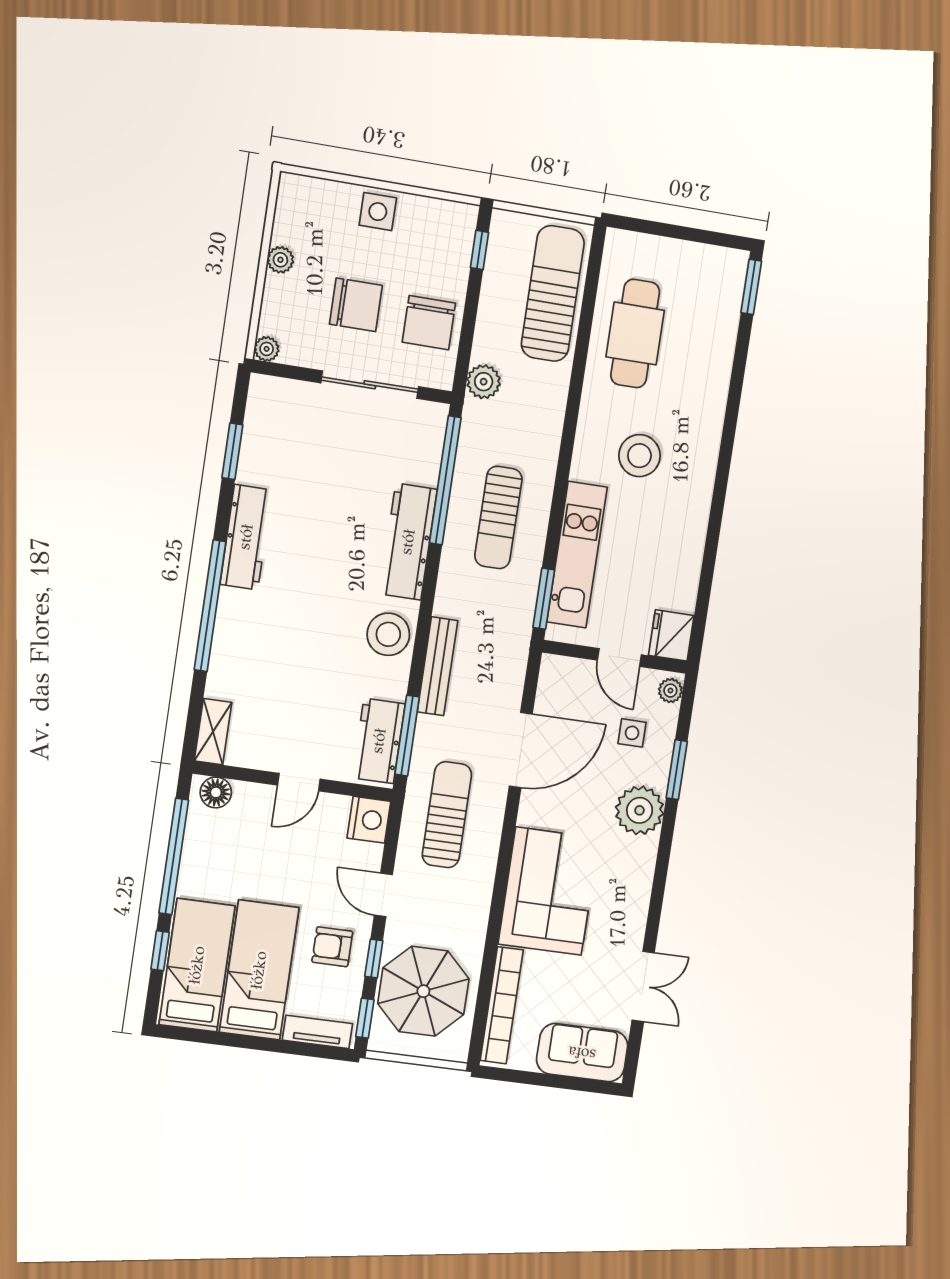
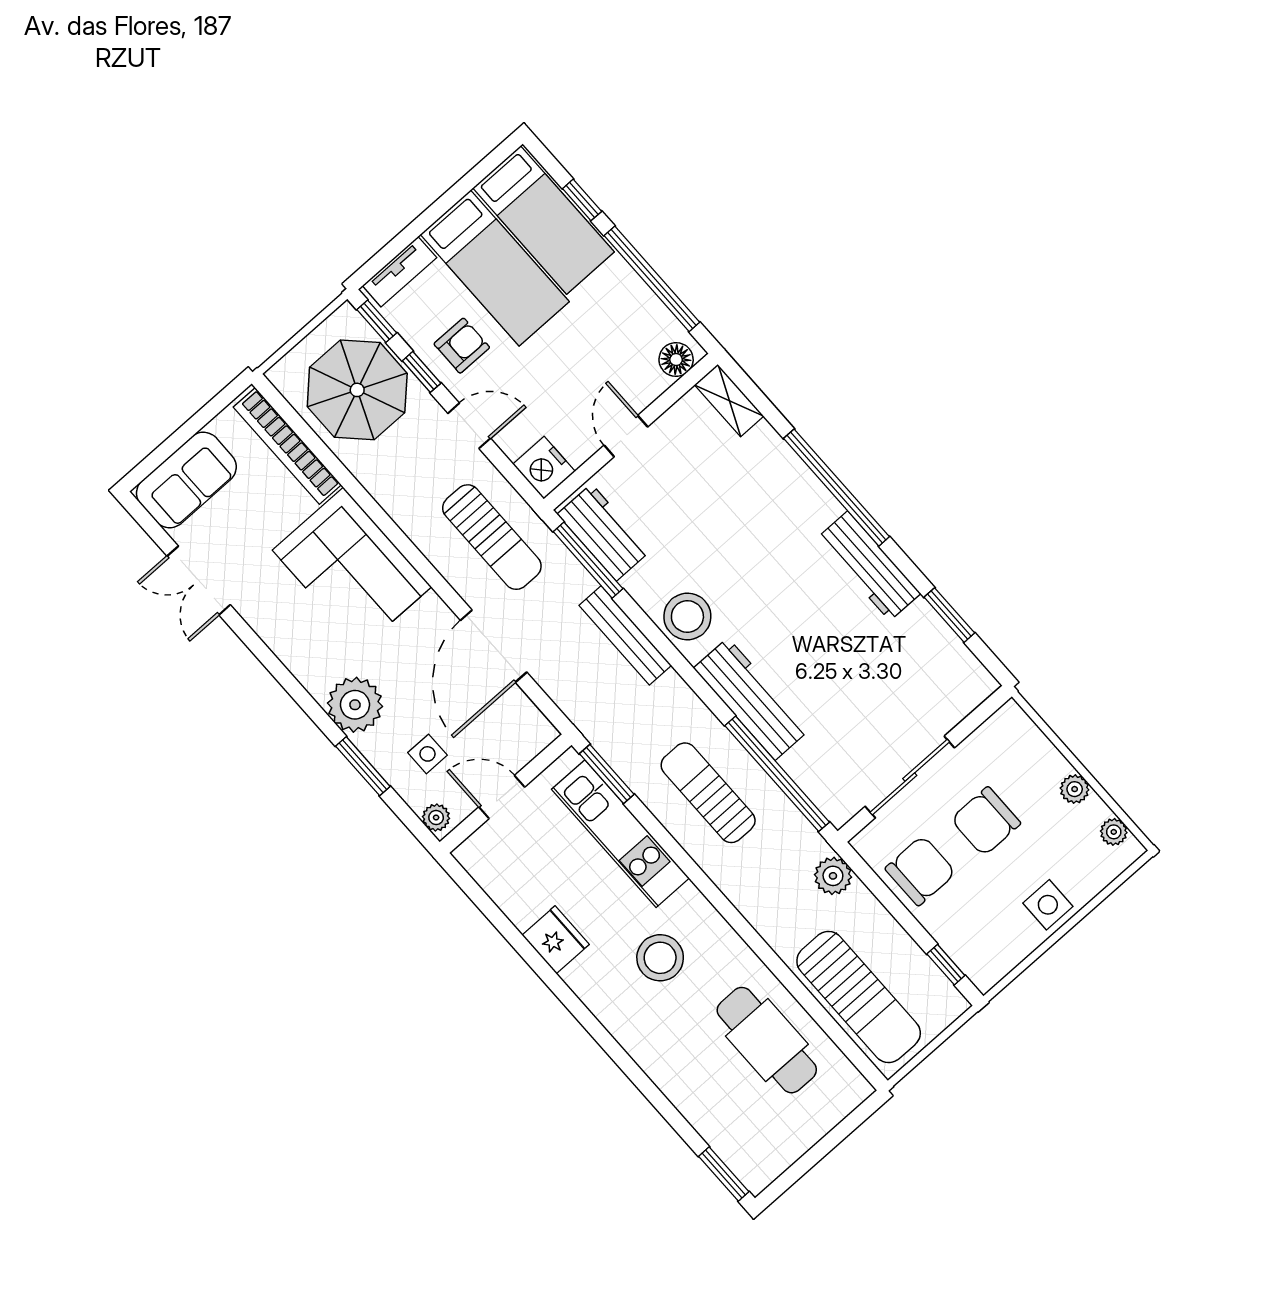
chair: (429, 323) -> (920, 871), turned 90
plant: (267, 349) -> (1114, 832), moved
fridge: (671, 636) -> (556, 940), moved

